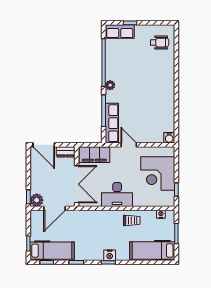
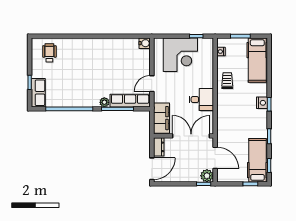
plant: (110, 85) -> (104, 102), moved
desk: (117, 195) -> (201, 100), width x0.73

